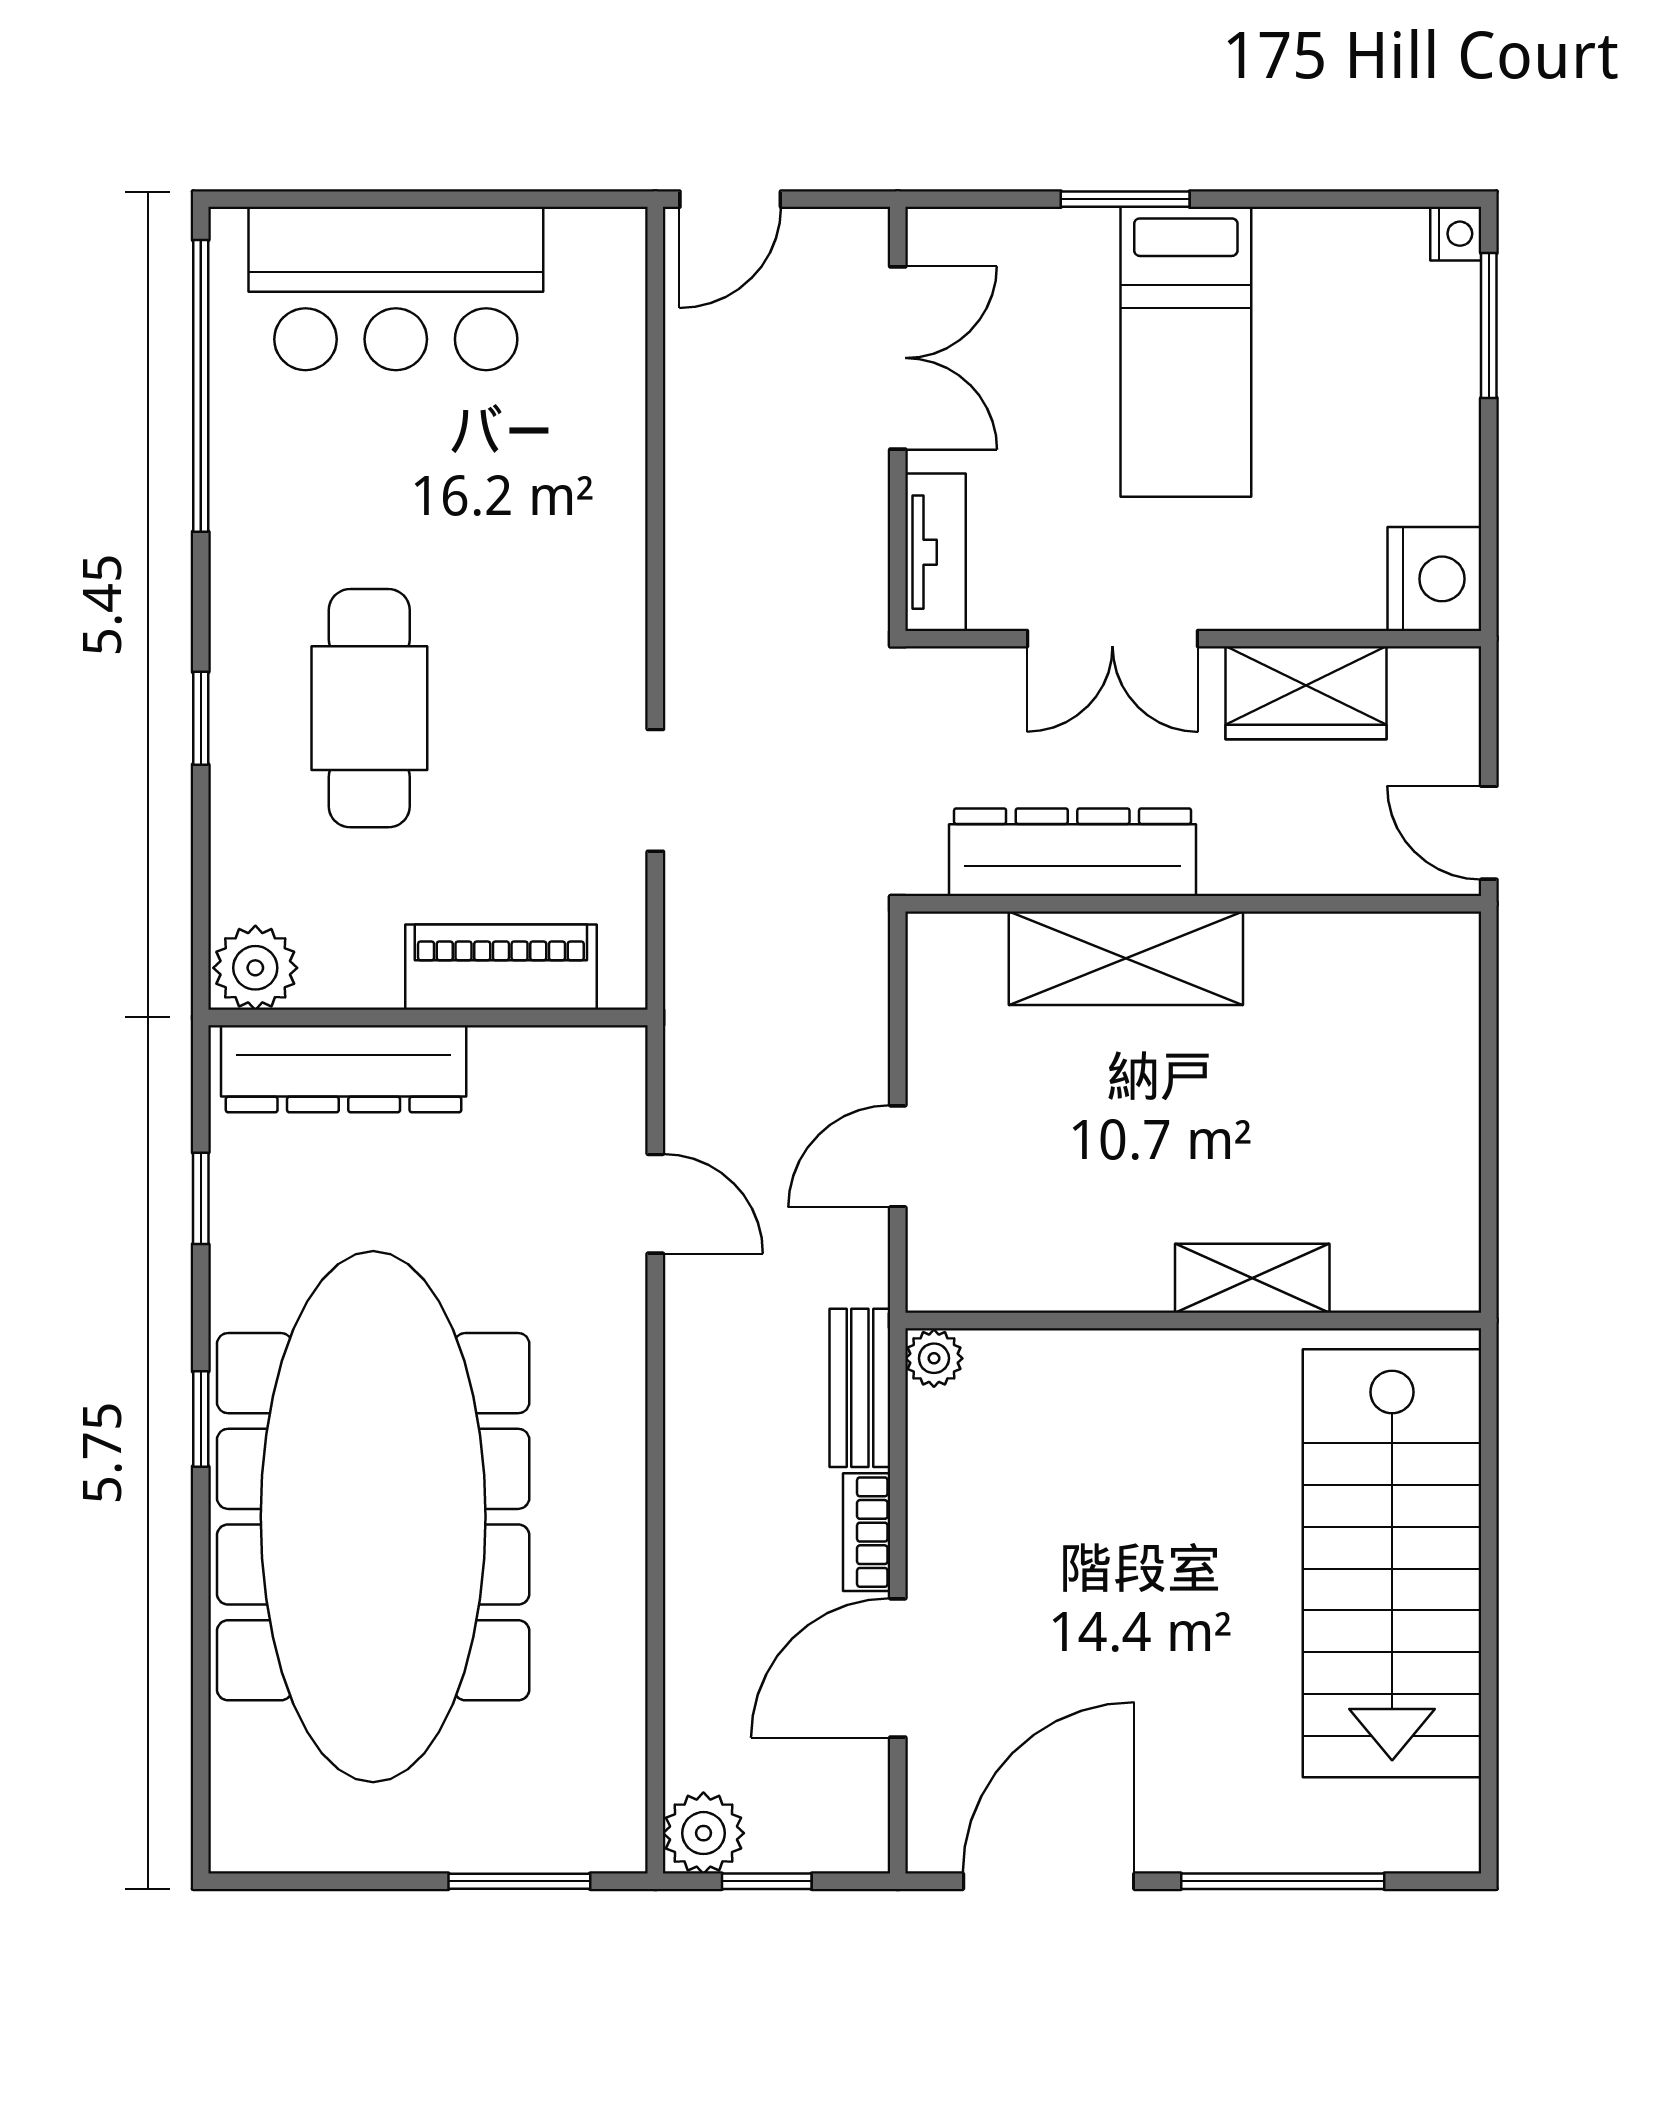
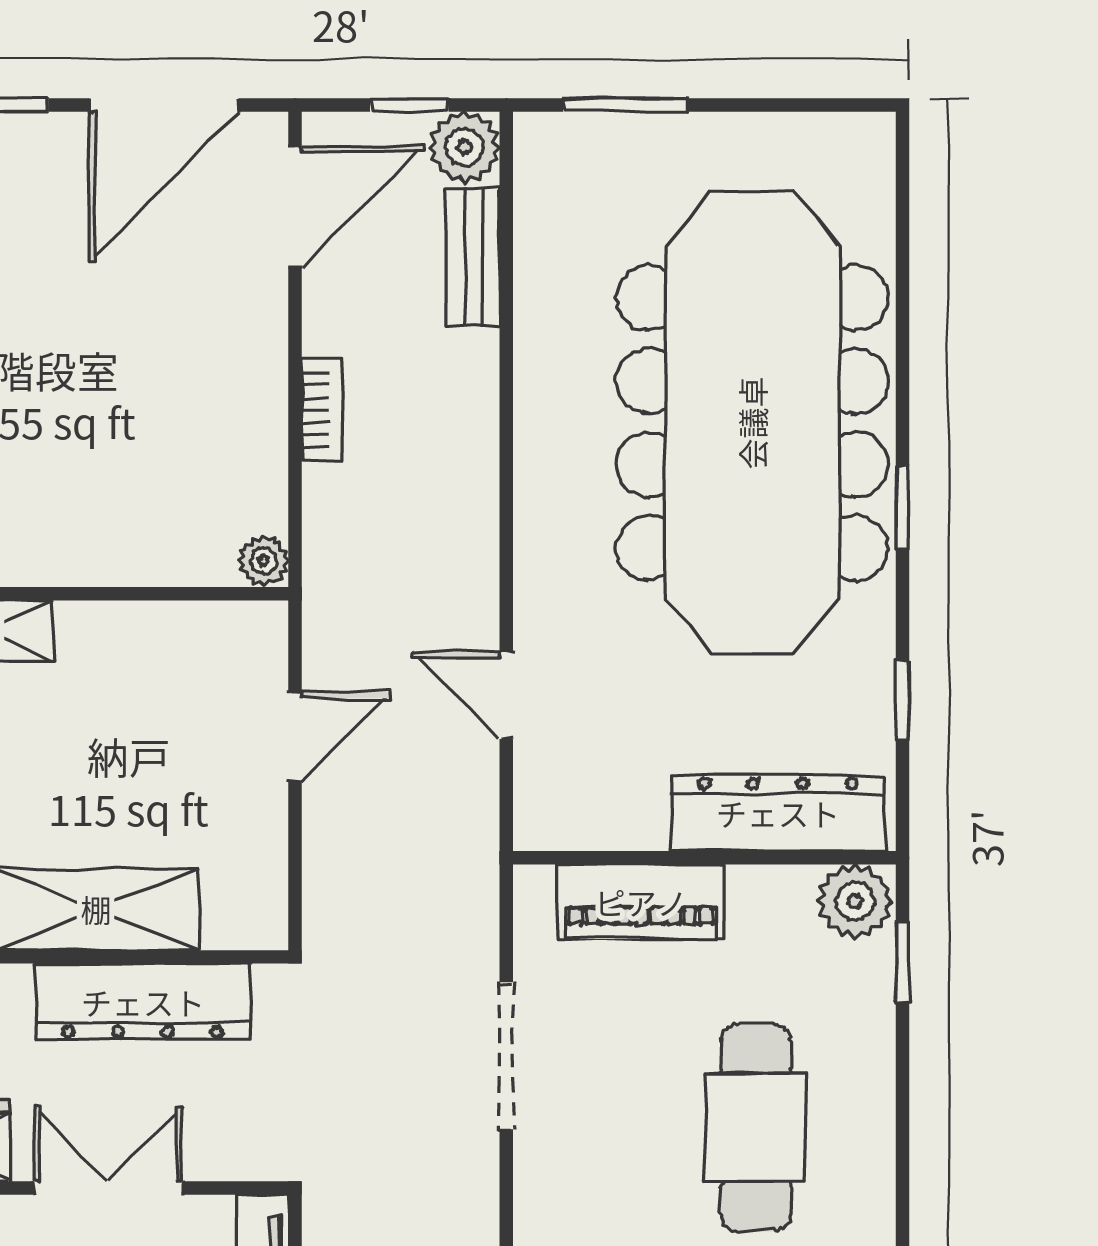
window: (201, 718) -> (903, 962), moved
doorway: (655, 790) -> (506, 1056), width x1.38
bench: (860, 1388) -> (473, 257), moved
door: (898, 1668) -> (295, 206), moved

